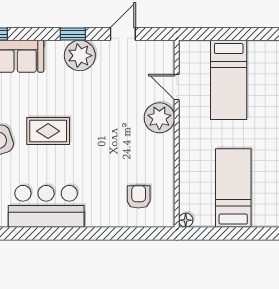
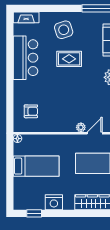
plant: (159, 118) -> (81, 127), width x0.53, depth x0.53
rug: (48, 131) -> (69, 59), turned 90

